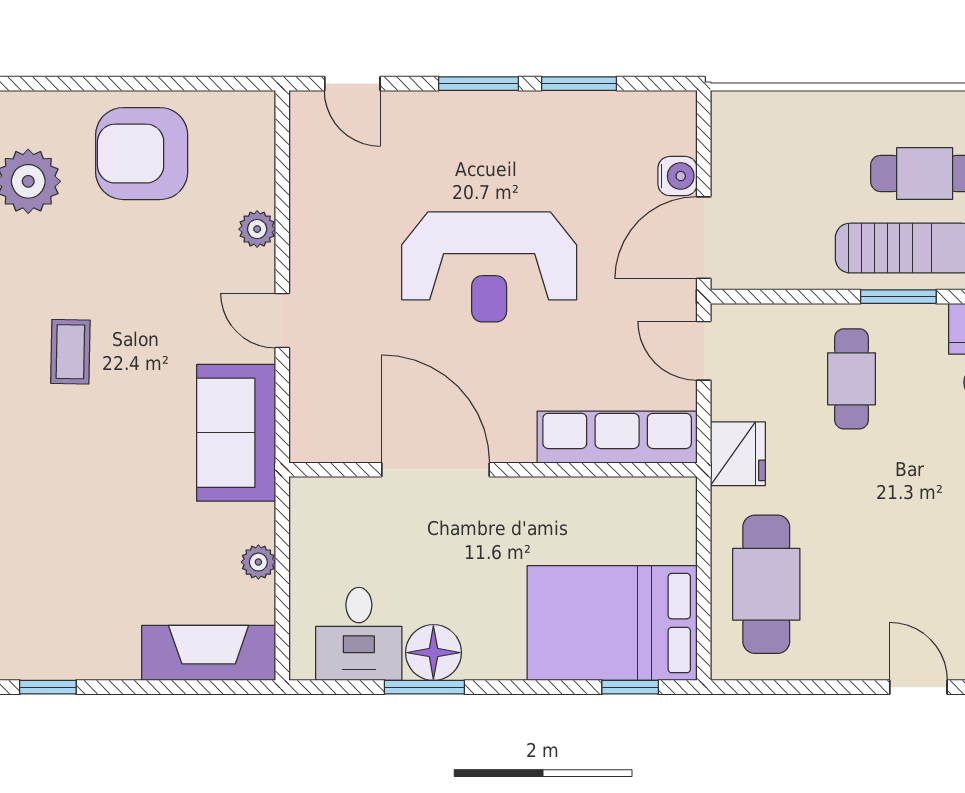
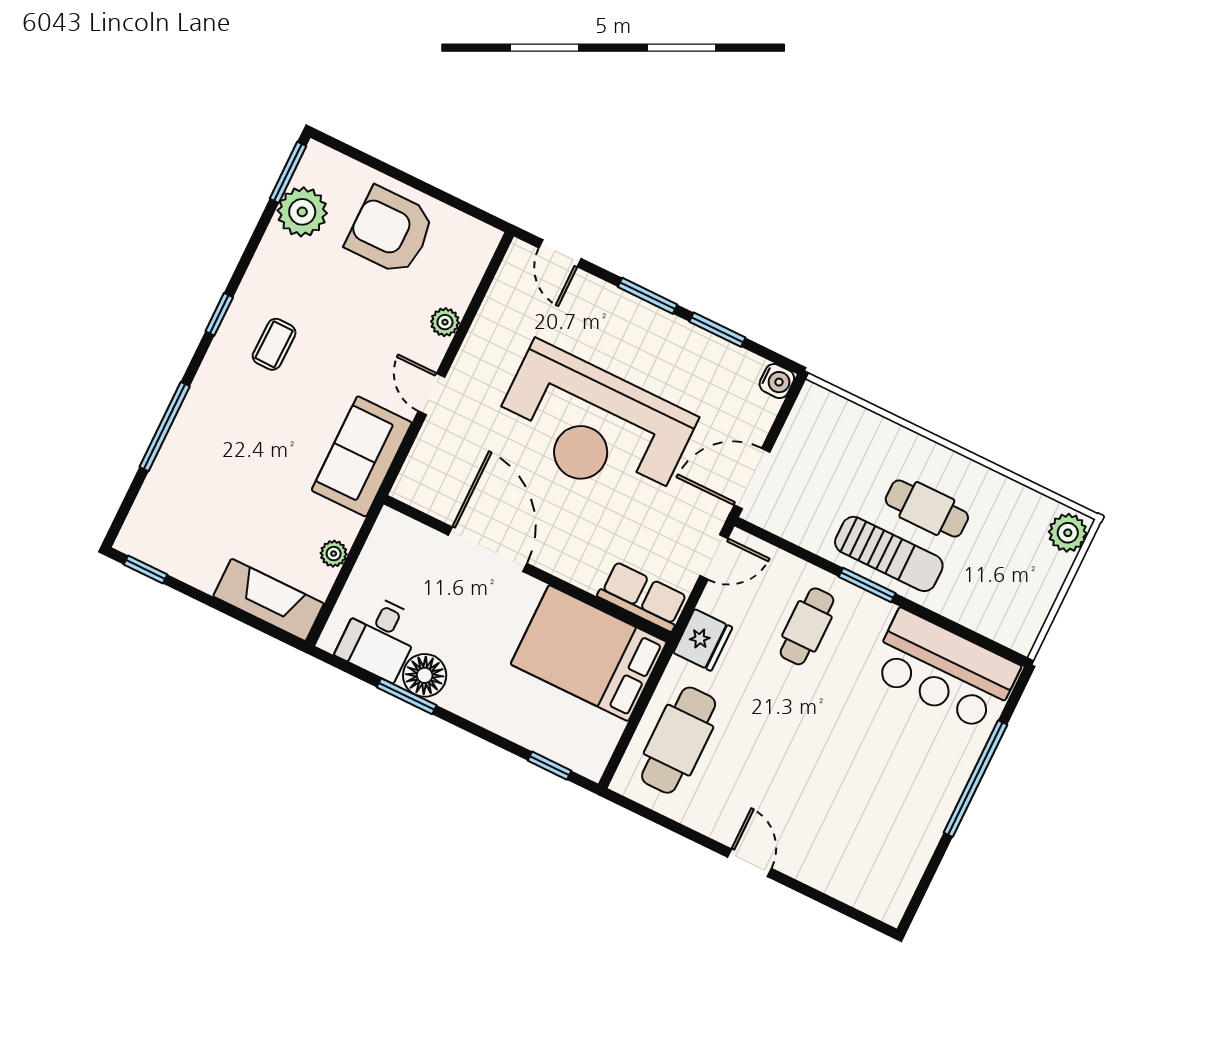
water cooler: (678, 176) -> (777, 381), moved
reception desk: (489, 267) -> (593, 427), width x1.36, depth x1.30
door: (704, 351) -> (714, 557), swing flipped
row of seats: (617, 437) -> (643, 596), width x0.68
bed: (612, 623) -> (589, 653), moved

